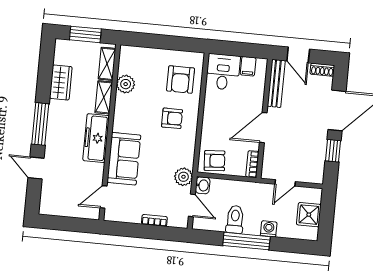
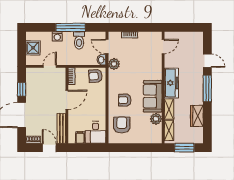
sofa: (124, 159) -> (153, 96), moved

